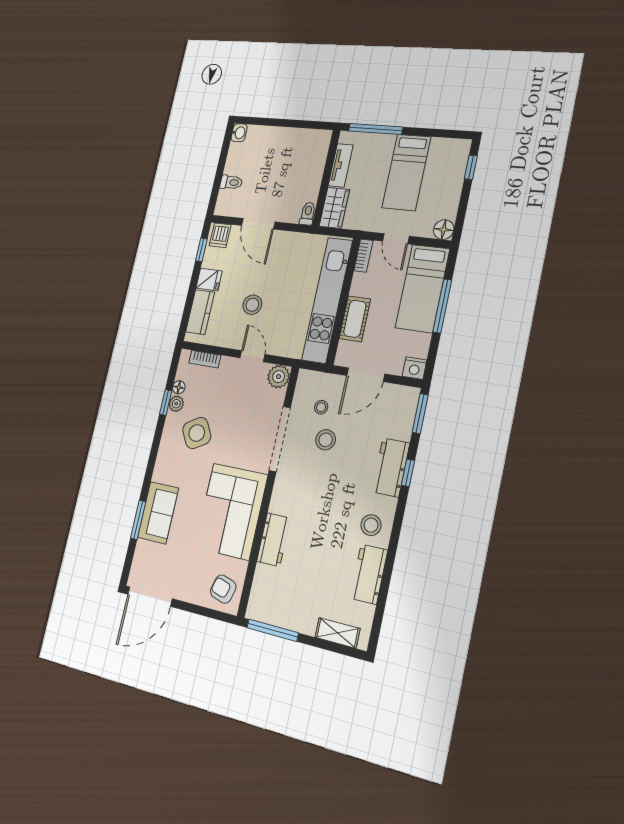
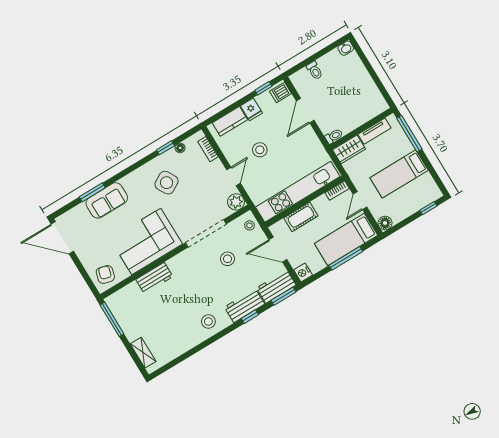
plant: (176, 404) -> (170, 155), removed
stool: (321, 407) -> (249, 225), moved
workbench: (369, 574) -> (276, 286), moved

